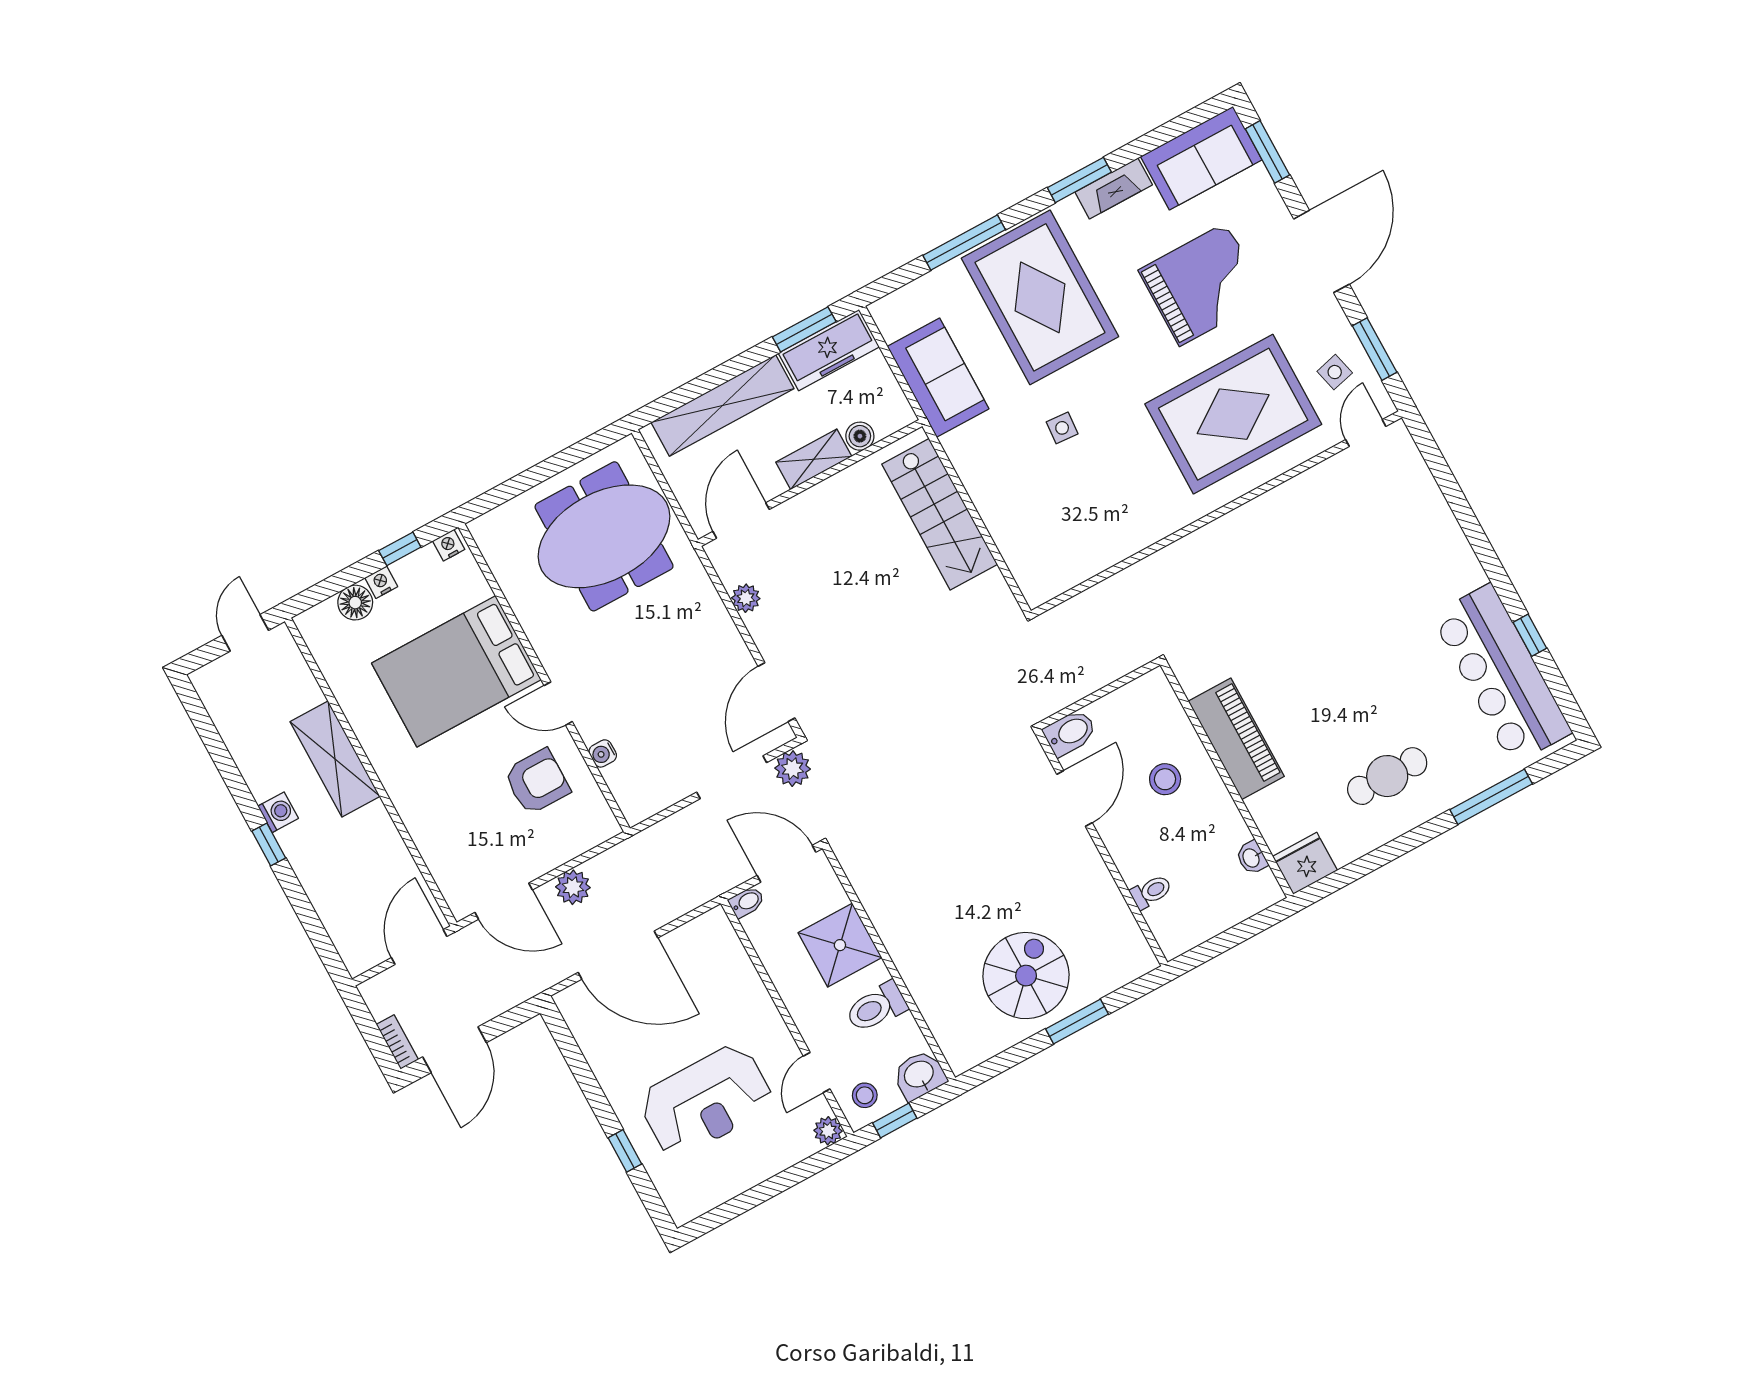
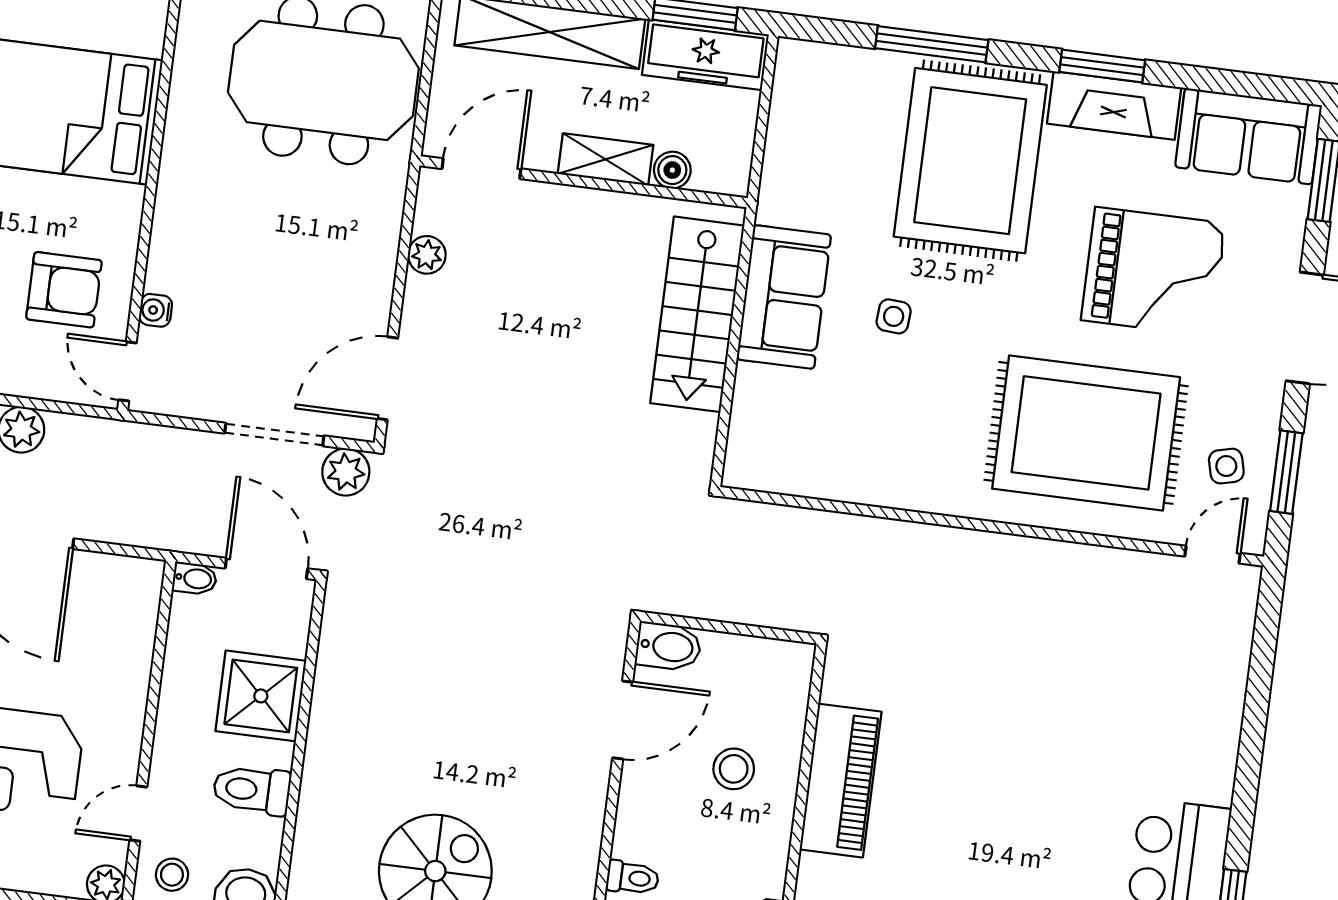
fireplace: (1114, 188) -> (1114, 105), width x1.37, depth x1.32
sofa: (938, 378) -> (784, 297), moved
door: (558, 703) -> (127, 371), moved

